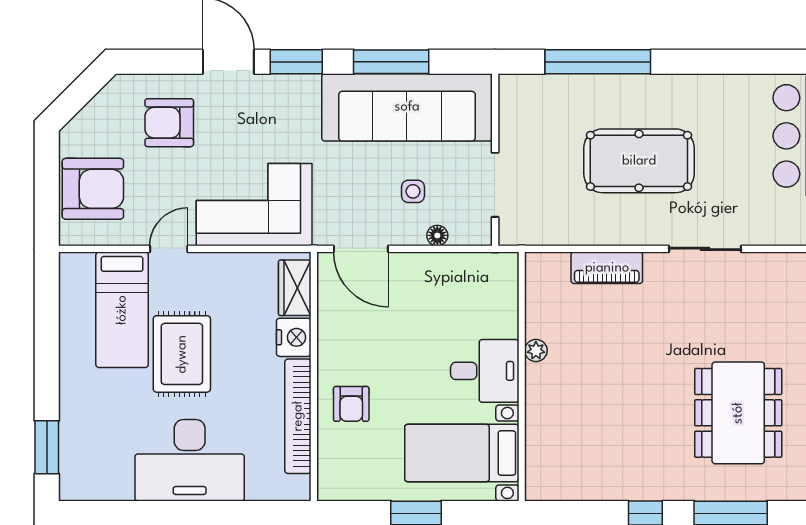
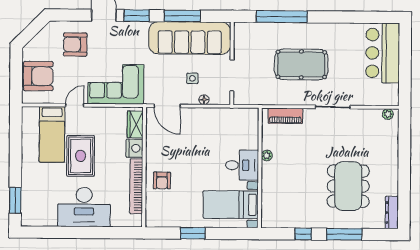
plant: (536, 350) -> (267, 156), moved
desk: (485, 371) -> (242, 165), moved
wall: (522, 376) -> (260, 168), moved
bed with nightstands: (462, 453) -> (231, 205), moved

